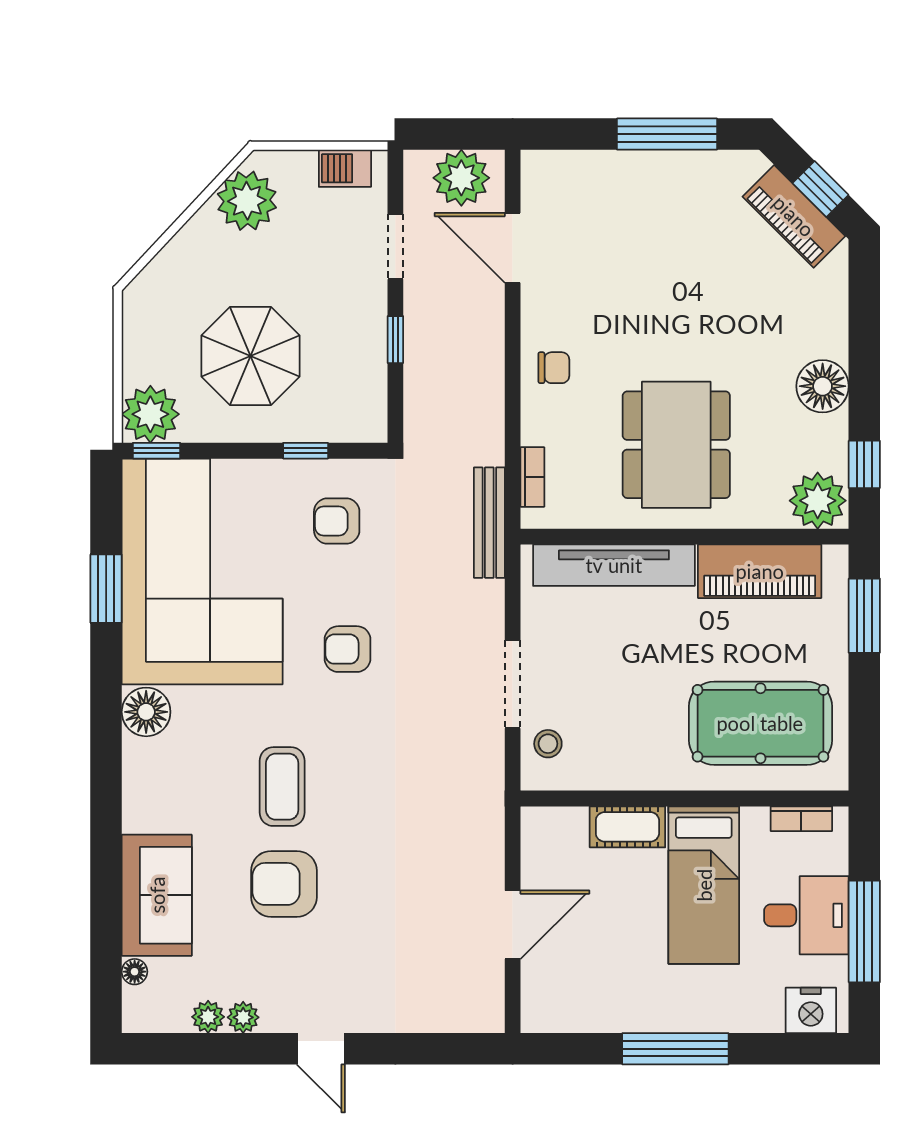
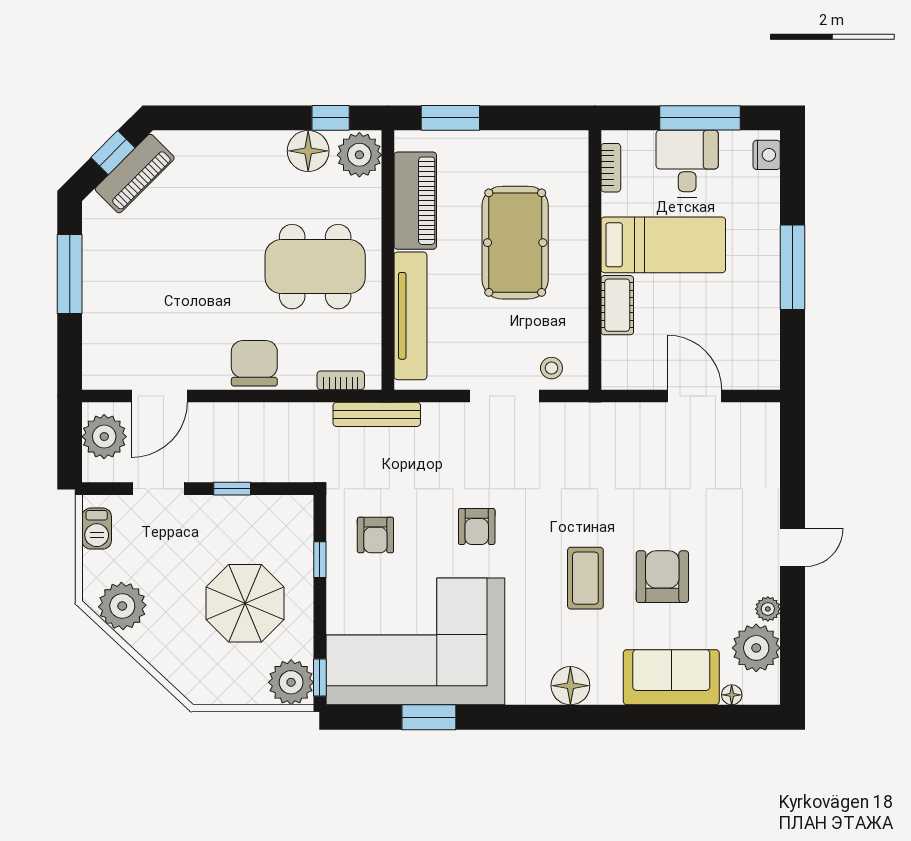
chair: (554, 368) -> (254, 363), width x1.87, depth x1.87
floor lamp: (823, 386) -> (308, 151), moved
floor lamp: (146, 712) -> (570, 686), moved
pool table: (760, 723) -> (515, 243), moved
coffee table: (282, 787) -> (585, 578), turned 90
armchair: (284, 884) -> (662, 577), turned 180
nightstand: (811, 1010) -> (767, 155), width x0.74, depth x0.75
plant: (208, 1017) -> (756, 648), width x1.87, depth x1.87

